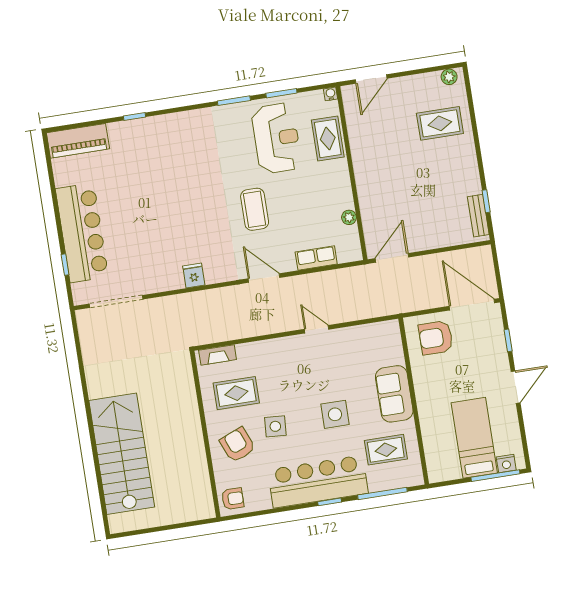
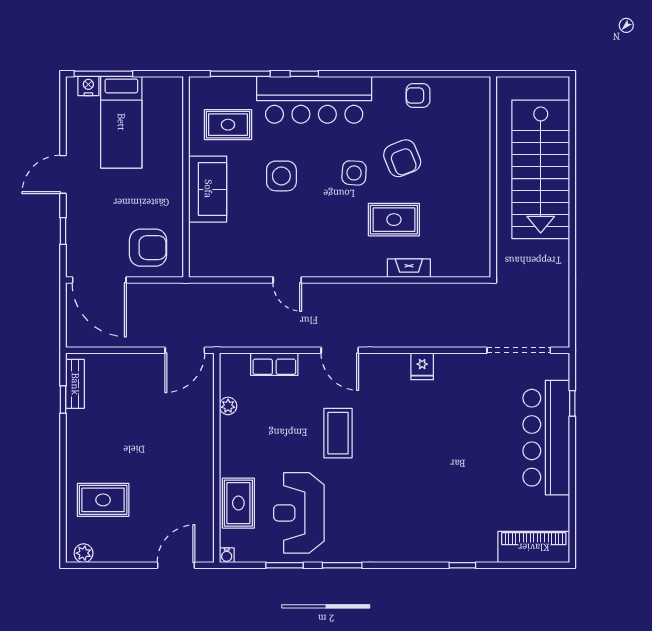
wall: (205, 434) -> (493, 177), moved

